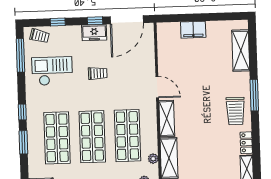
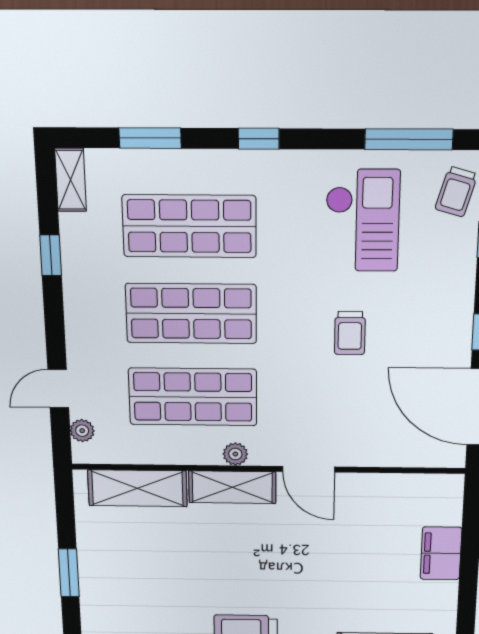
freezer: (94, 33) -> (453, 329), removed
door: (157, 87) -> (309, 469), hinge flipped
window: (23, 142) -> (150, 138), moved
plant: (153, 159) -> (235, 454), moved

